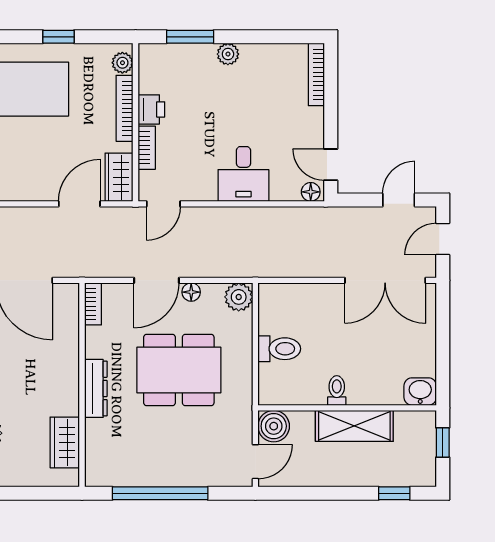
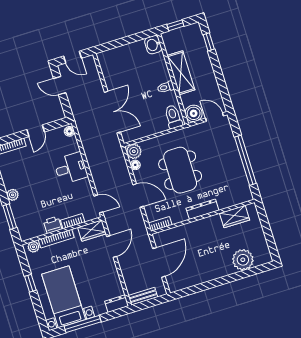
door: (331, 165) -> (36, 131), moved
door: (79, 204) -> (112, 247), swing flipped
double door: (385, 280) -> (112, 112), moved
floor lamp: (191, 292) -> (135, 165), moved
toilet: (279, 349) -> (173, 117), moved

